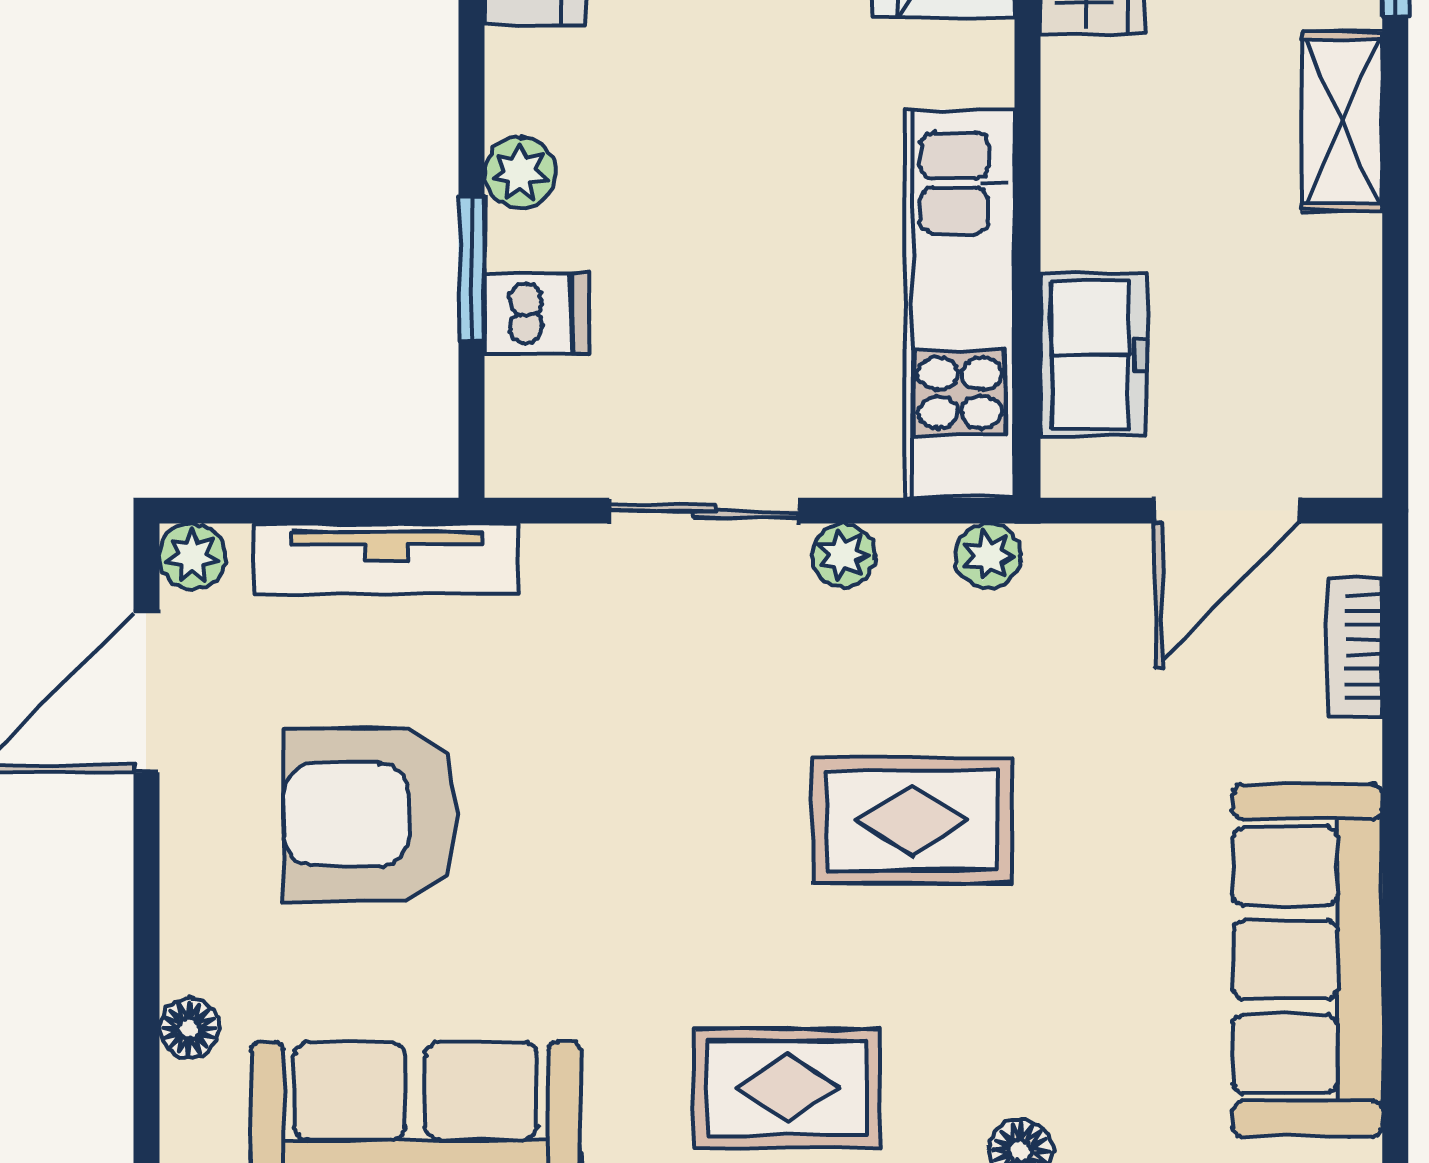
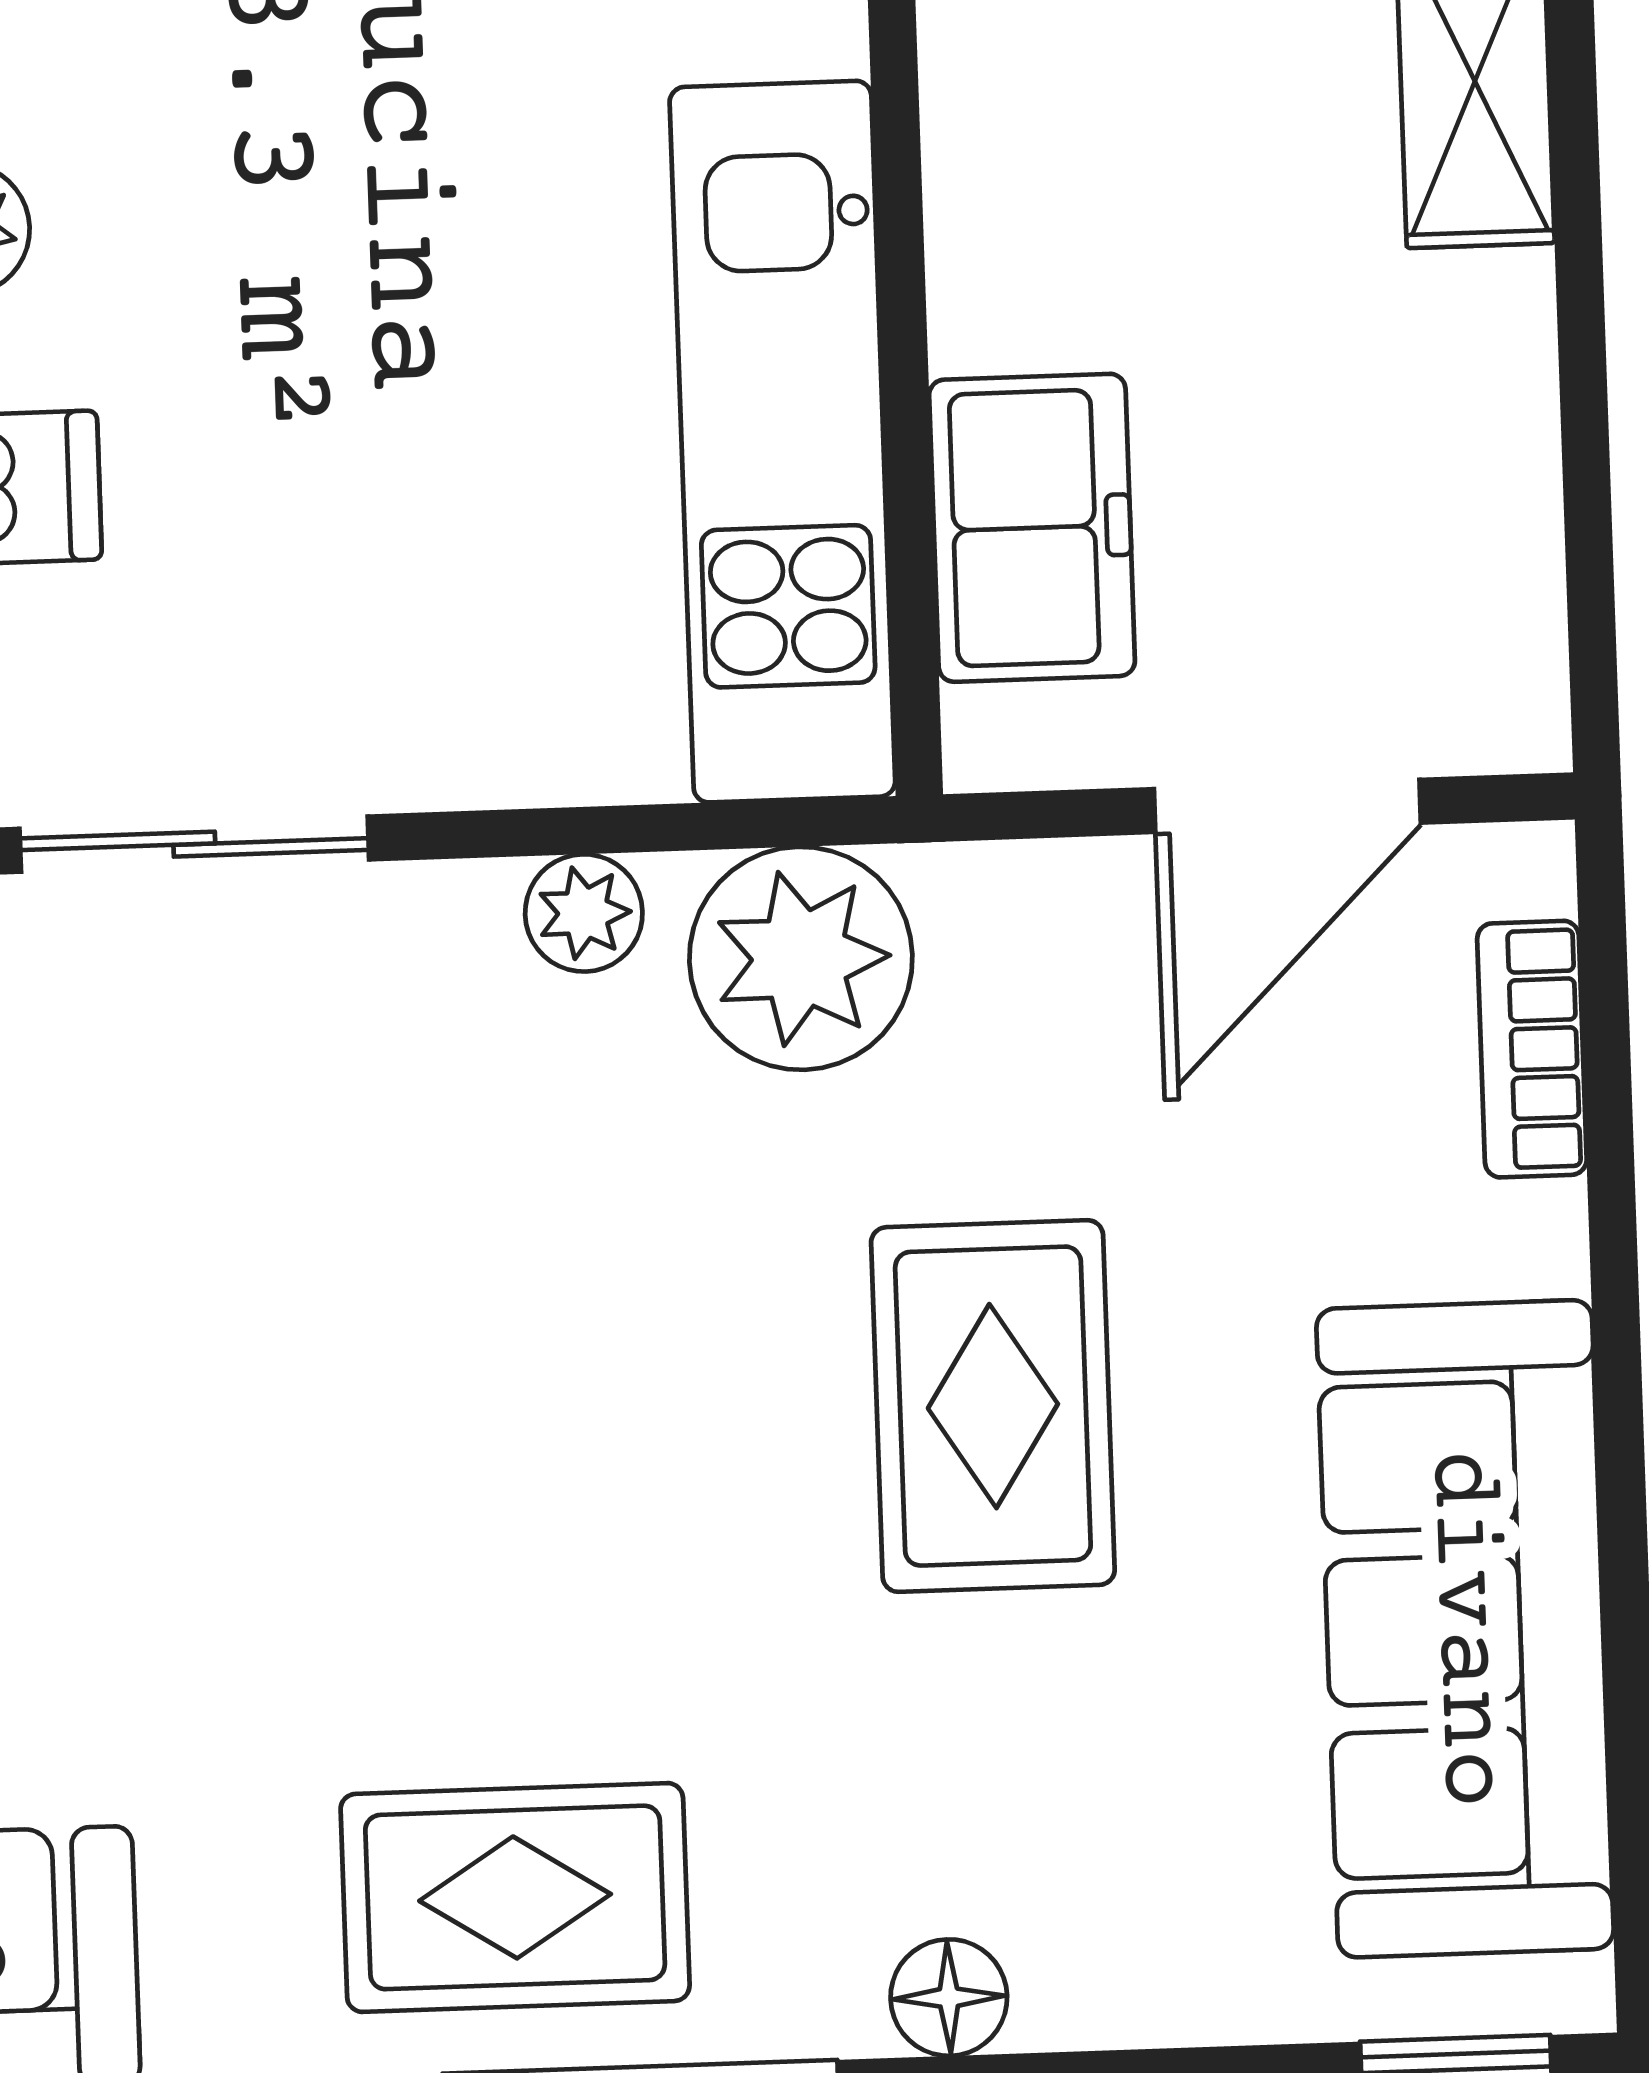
sliding door: (704, 511) -> (194, 844), moved
plant: (988, 556) -> (801, 958), width x1.88, depth x1.88
rug: (912, 820) -> (993, 1406), moved, turned 90

